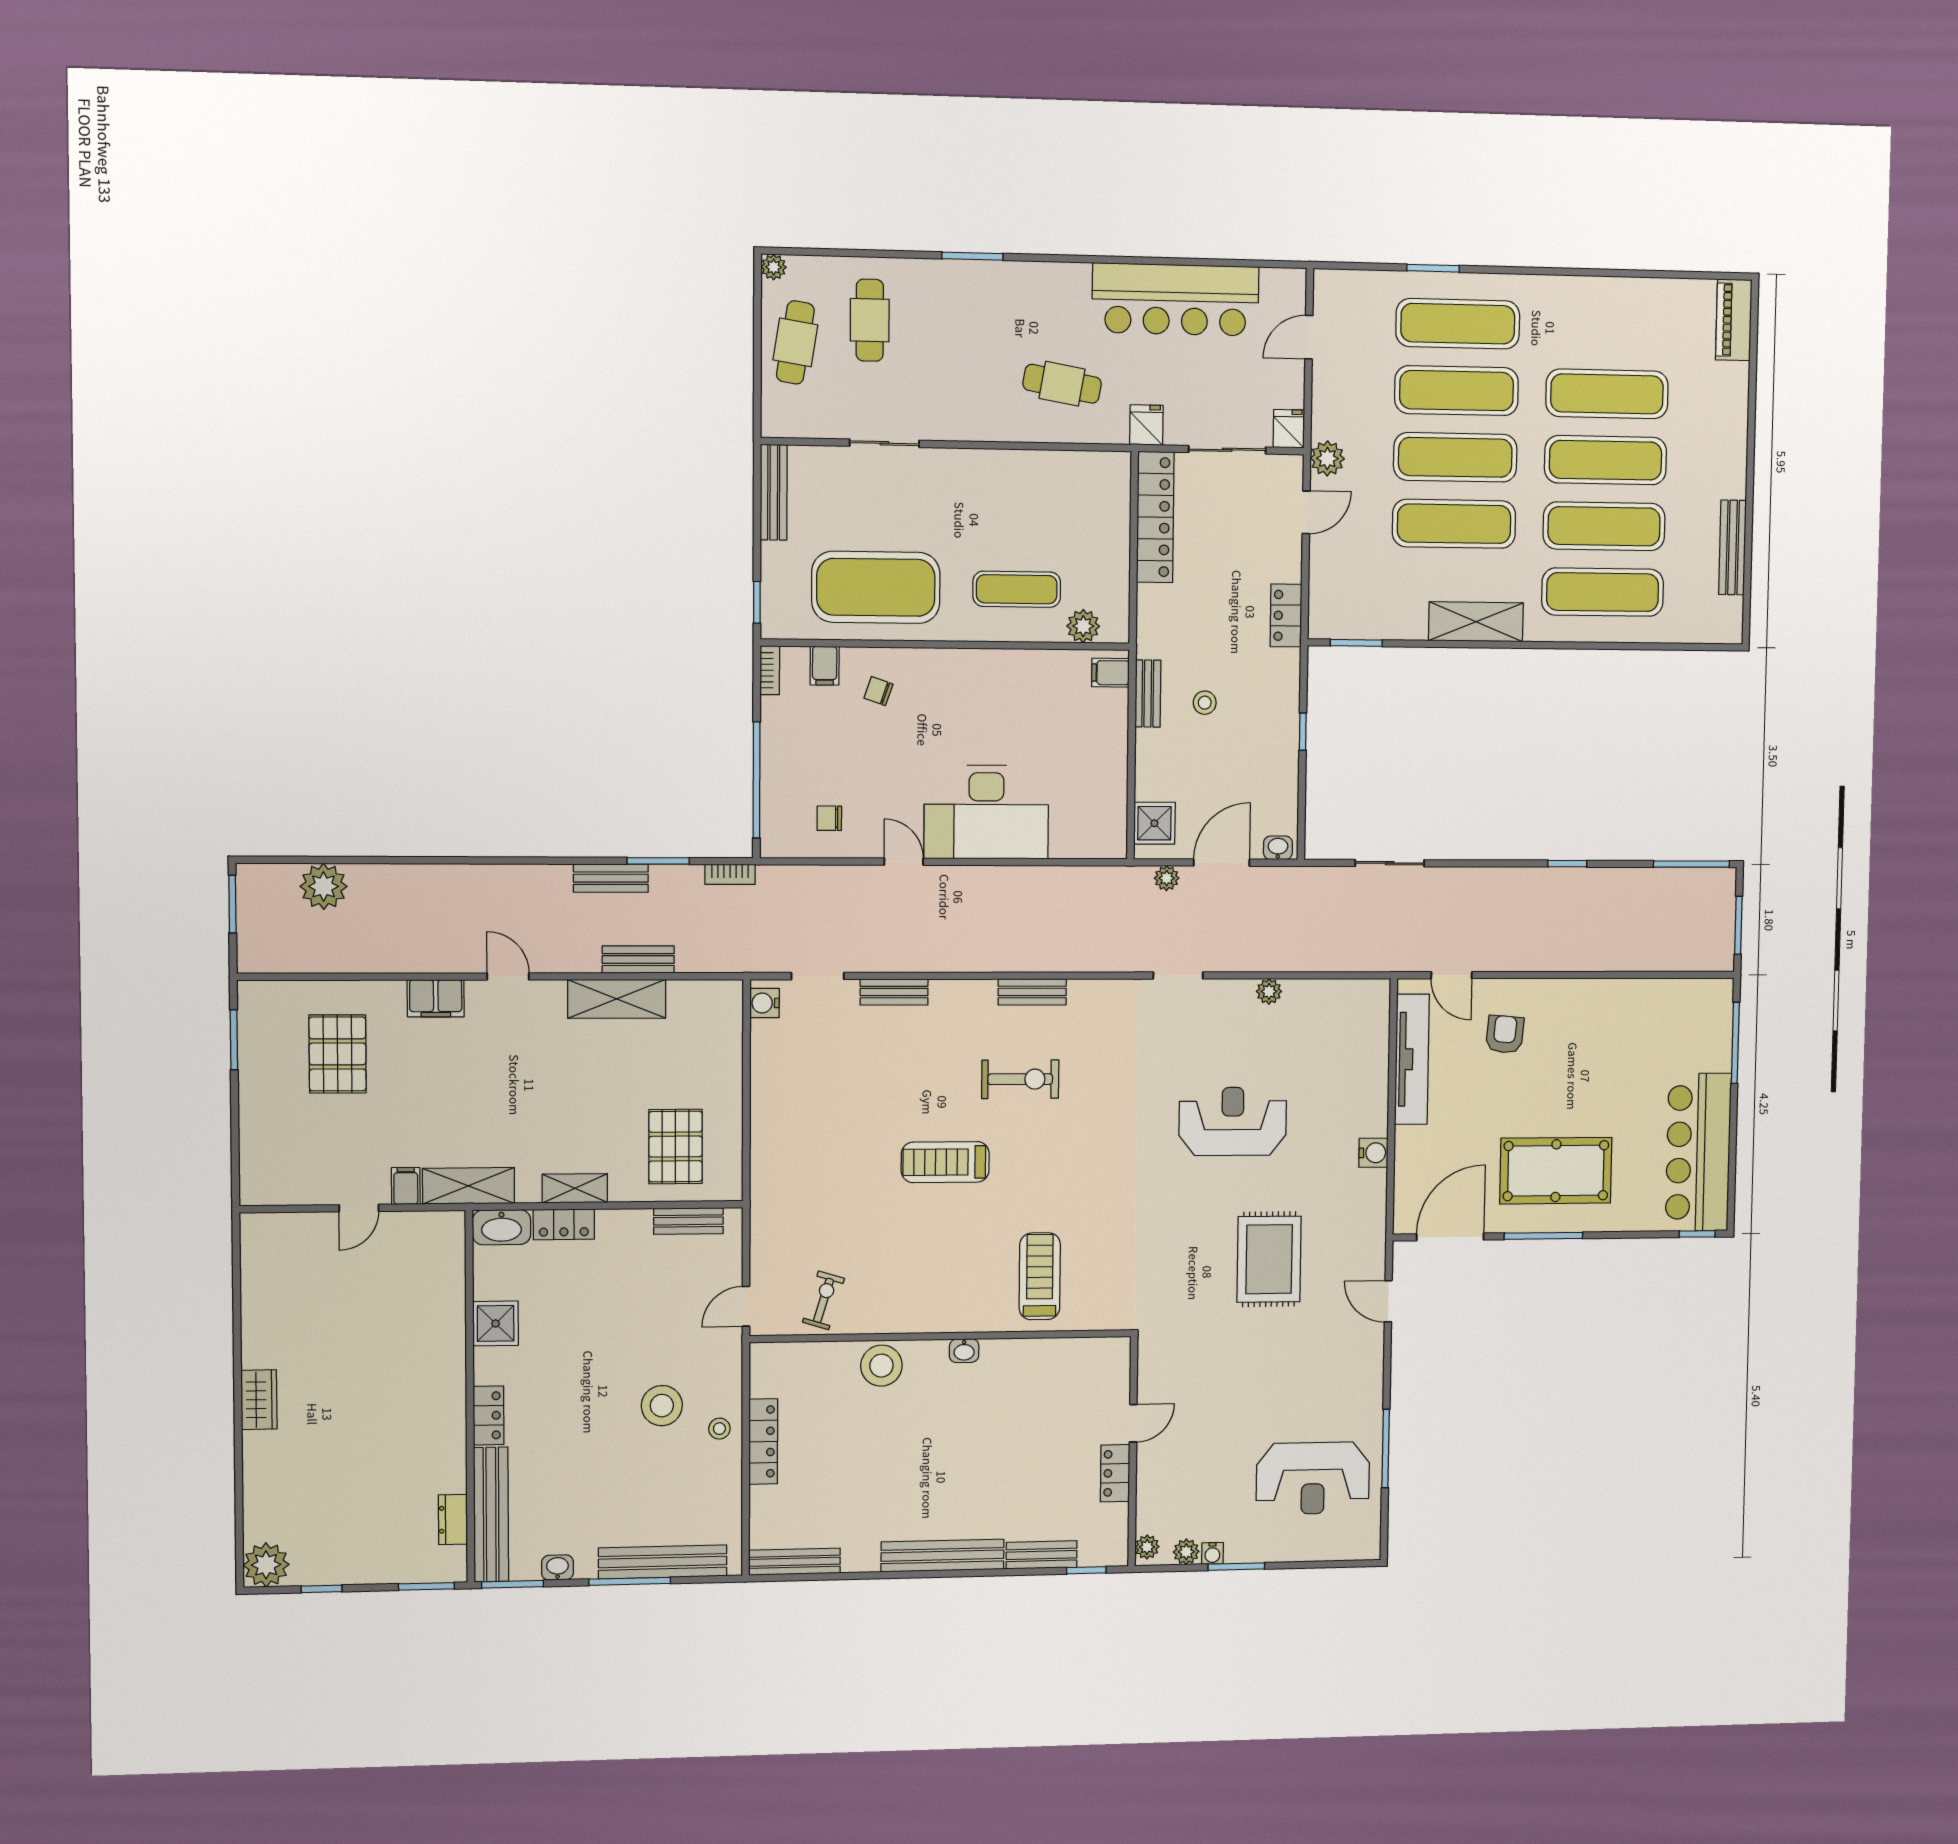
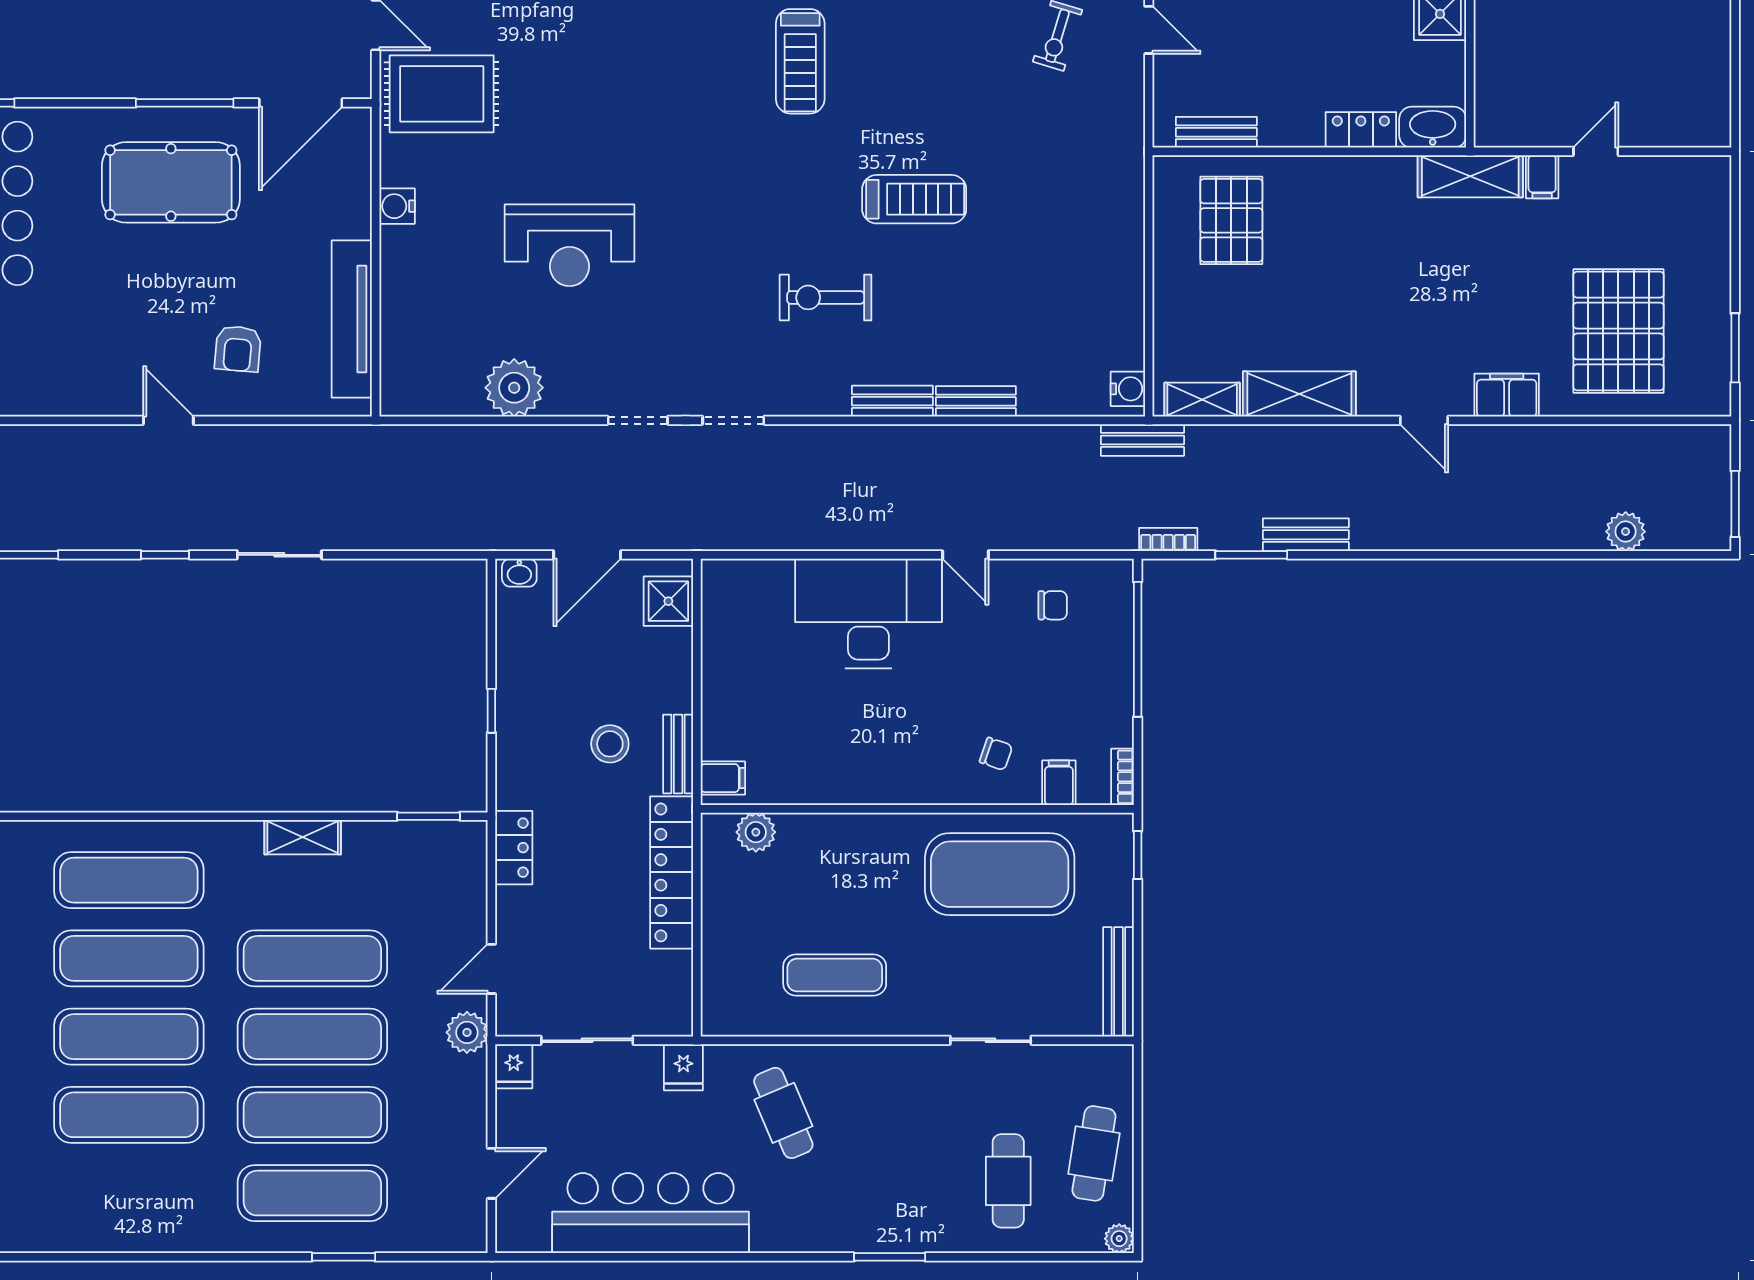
cafe table: (1062, 384) -> (783, 1113), turned 57
locker: (1155, 517) -> (672, 872), moved
exercise mat: (1017, 589) -> (835, 975), moved
shelving: (1476, 622) -> (303, 837), width x0.67, depth x0.75
stool: (1205, 703) -> (610, 744), width x1.37, depth x1.37
sliding door: (1390, 863) -> (279, 555), moved
plant: (1167, 878) -> (653, 536), removed
plant: (324, 886) -> (1626, 532), width x0.73, depth x0.73
bench: (638, 960) -> (1143, 440), moved
door: (1451, 975) -> (168, 420), moved
doorway: (818, 976) -> (733, 420), moved
plant: (1269, 991) -> (514, 388), width x1.88, depth x1.88
bench: (1032, 992) -> (892, 401), moved
pallet: (338, 1054) -> (1618, 331), width x1.37, depth x1.41
shelving: (575, 1188) -> (1202, 400), moved
rug: (1269, 1259) -> (442, 94), moved, turned 90
door: (746, 1306) -> (1149, 30), hinge flipped

